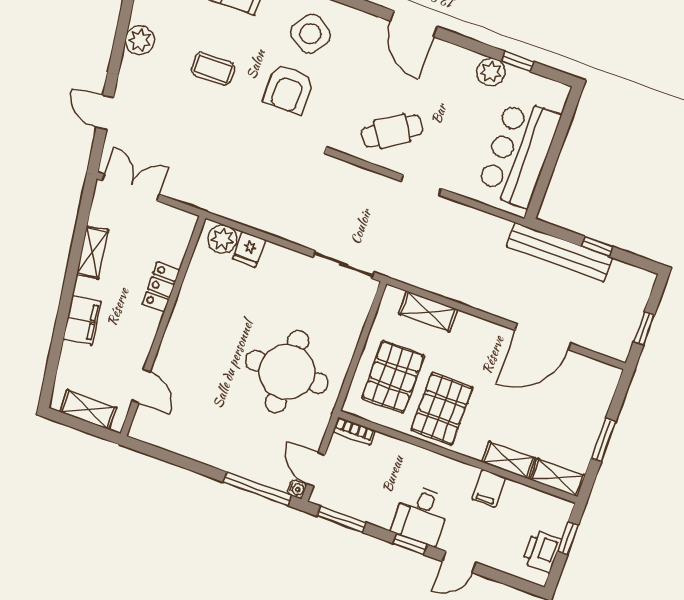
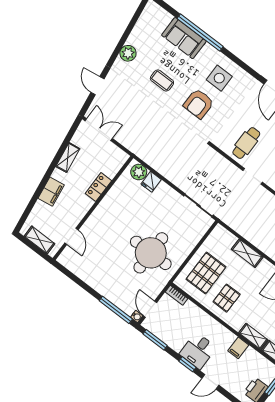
side table: (310, 34) -> (219, 78), turned -35
cafe table: (392, 131) -> (246, 143), turned -56
shelving: (428, 311) -> (247, 253), moved
pallet: (442, 409) -> (227, 298), width x0.67, depth x0.71

